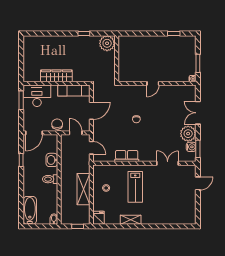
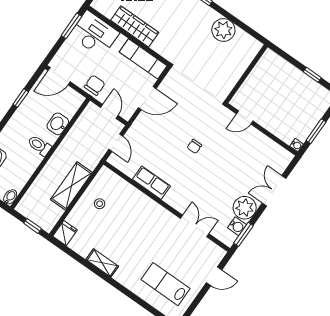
wall: (117, 59) -> (246, 74), moved
lab bench: (135, 187) -> (166, 284), moved, turned 90

